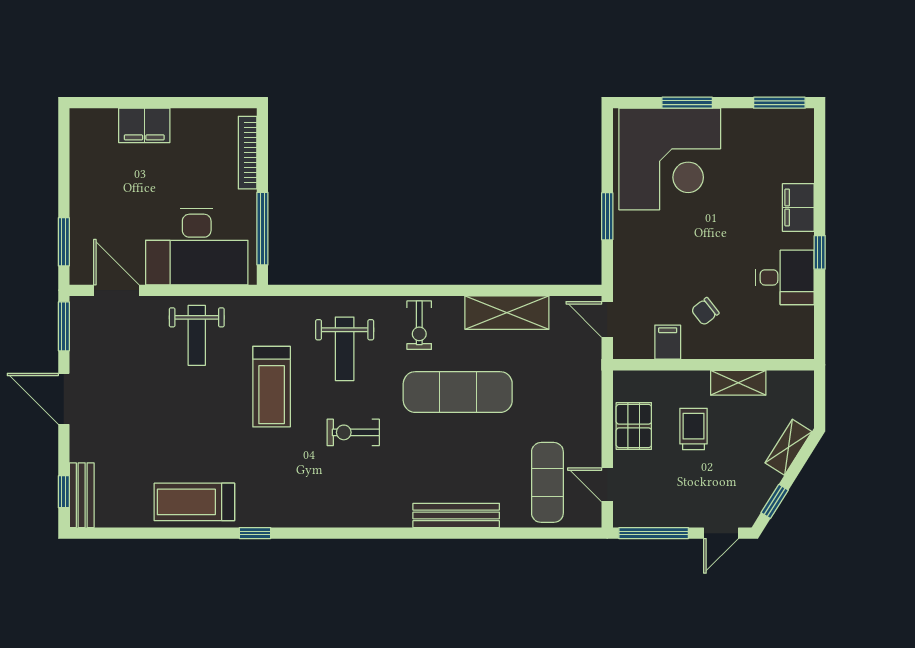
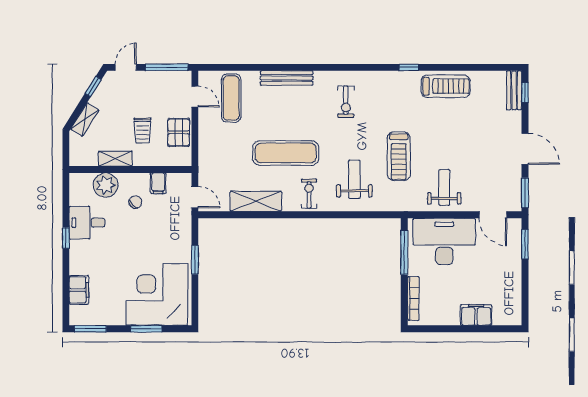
filing cabinet: (798, 207) -> (79, 290), moved
plant: (754, 339) -> (106, 185), added
treadmill: (272, 387) -> (399, 156), turned 180
exercise bike: (353, 432) -> (346, 102), moved, turned 90

